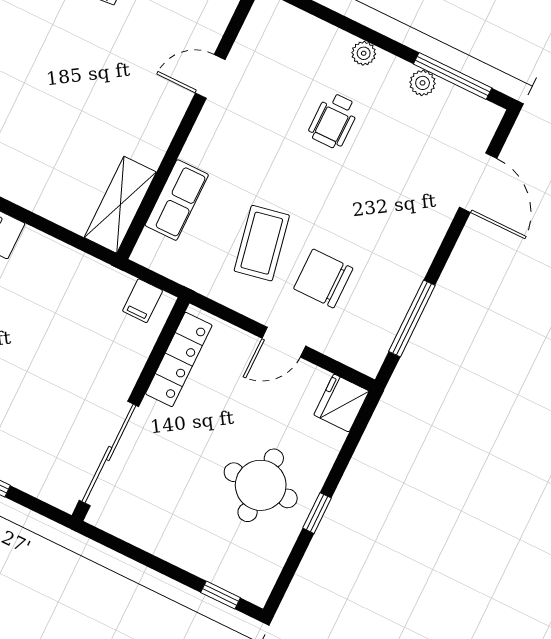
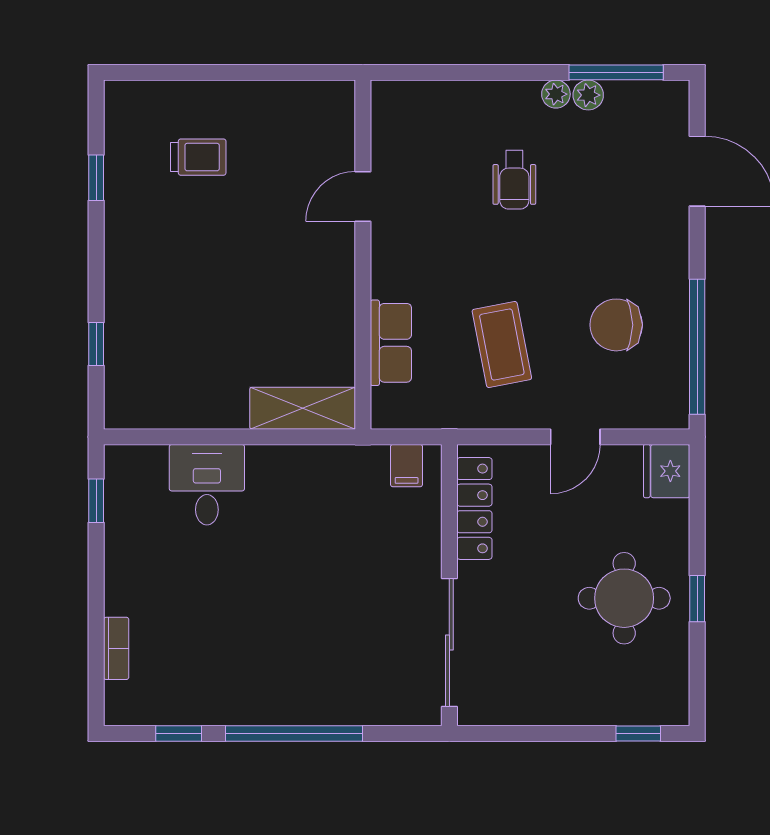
plant: (364, 53) -> (556, 94), moved
shelving: (120, 205) -> (303, 408), moved, turned 90
chair: (323, 279) -> (616, 325), moved
window: (412, 318) -> (697, 347), width x1.46

